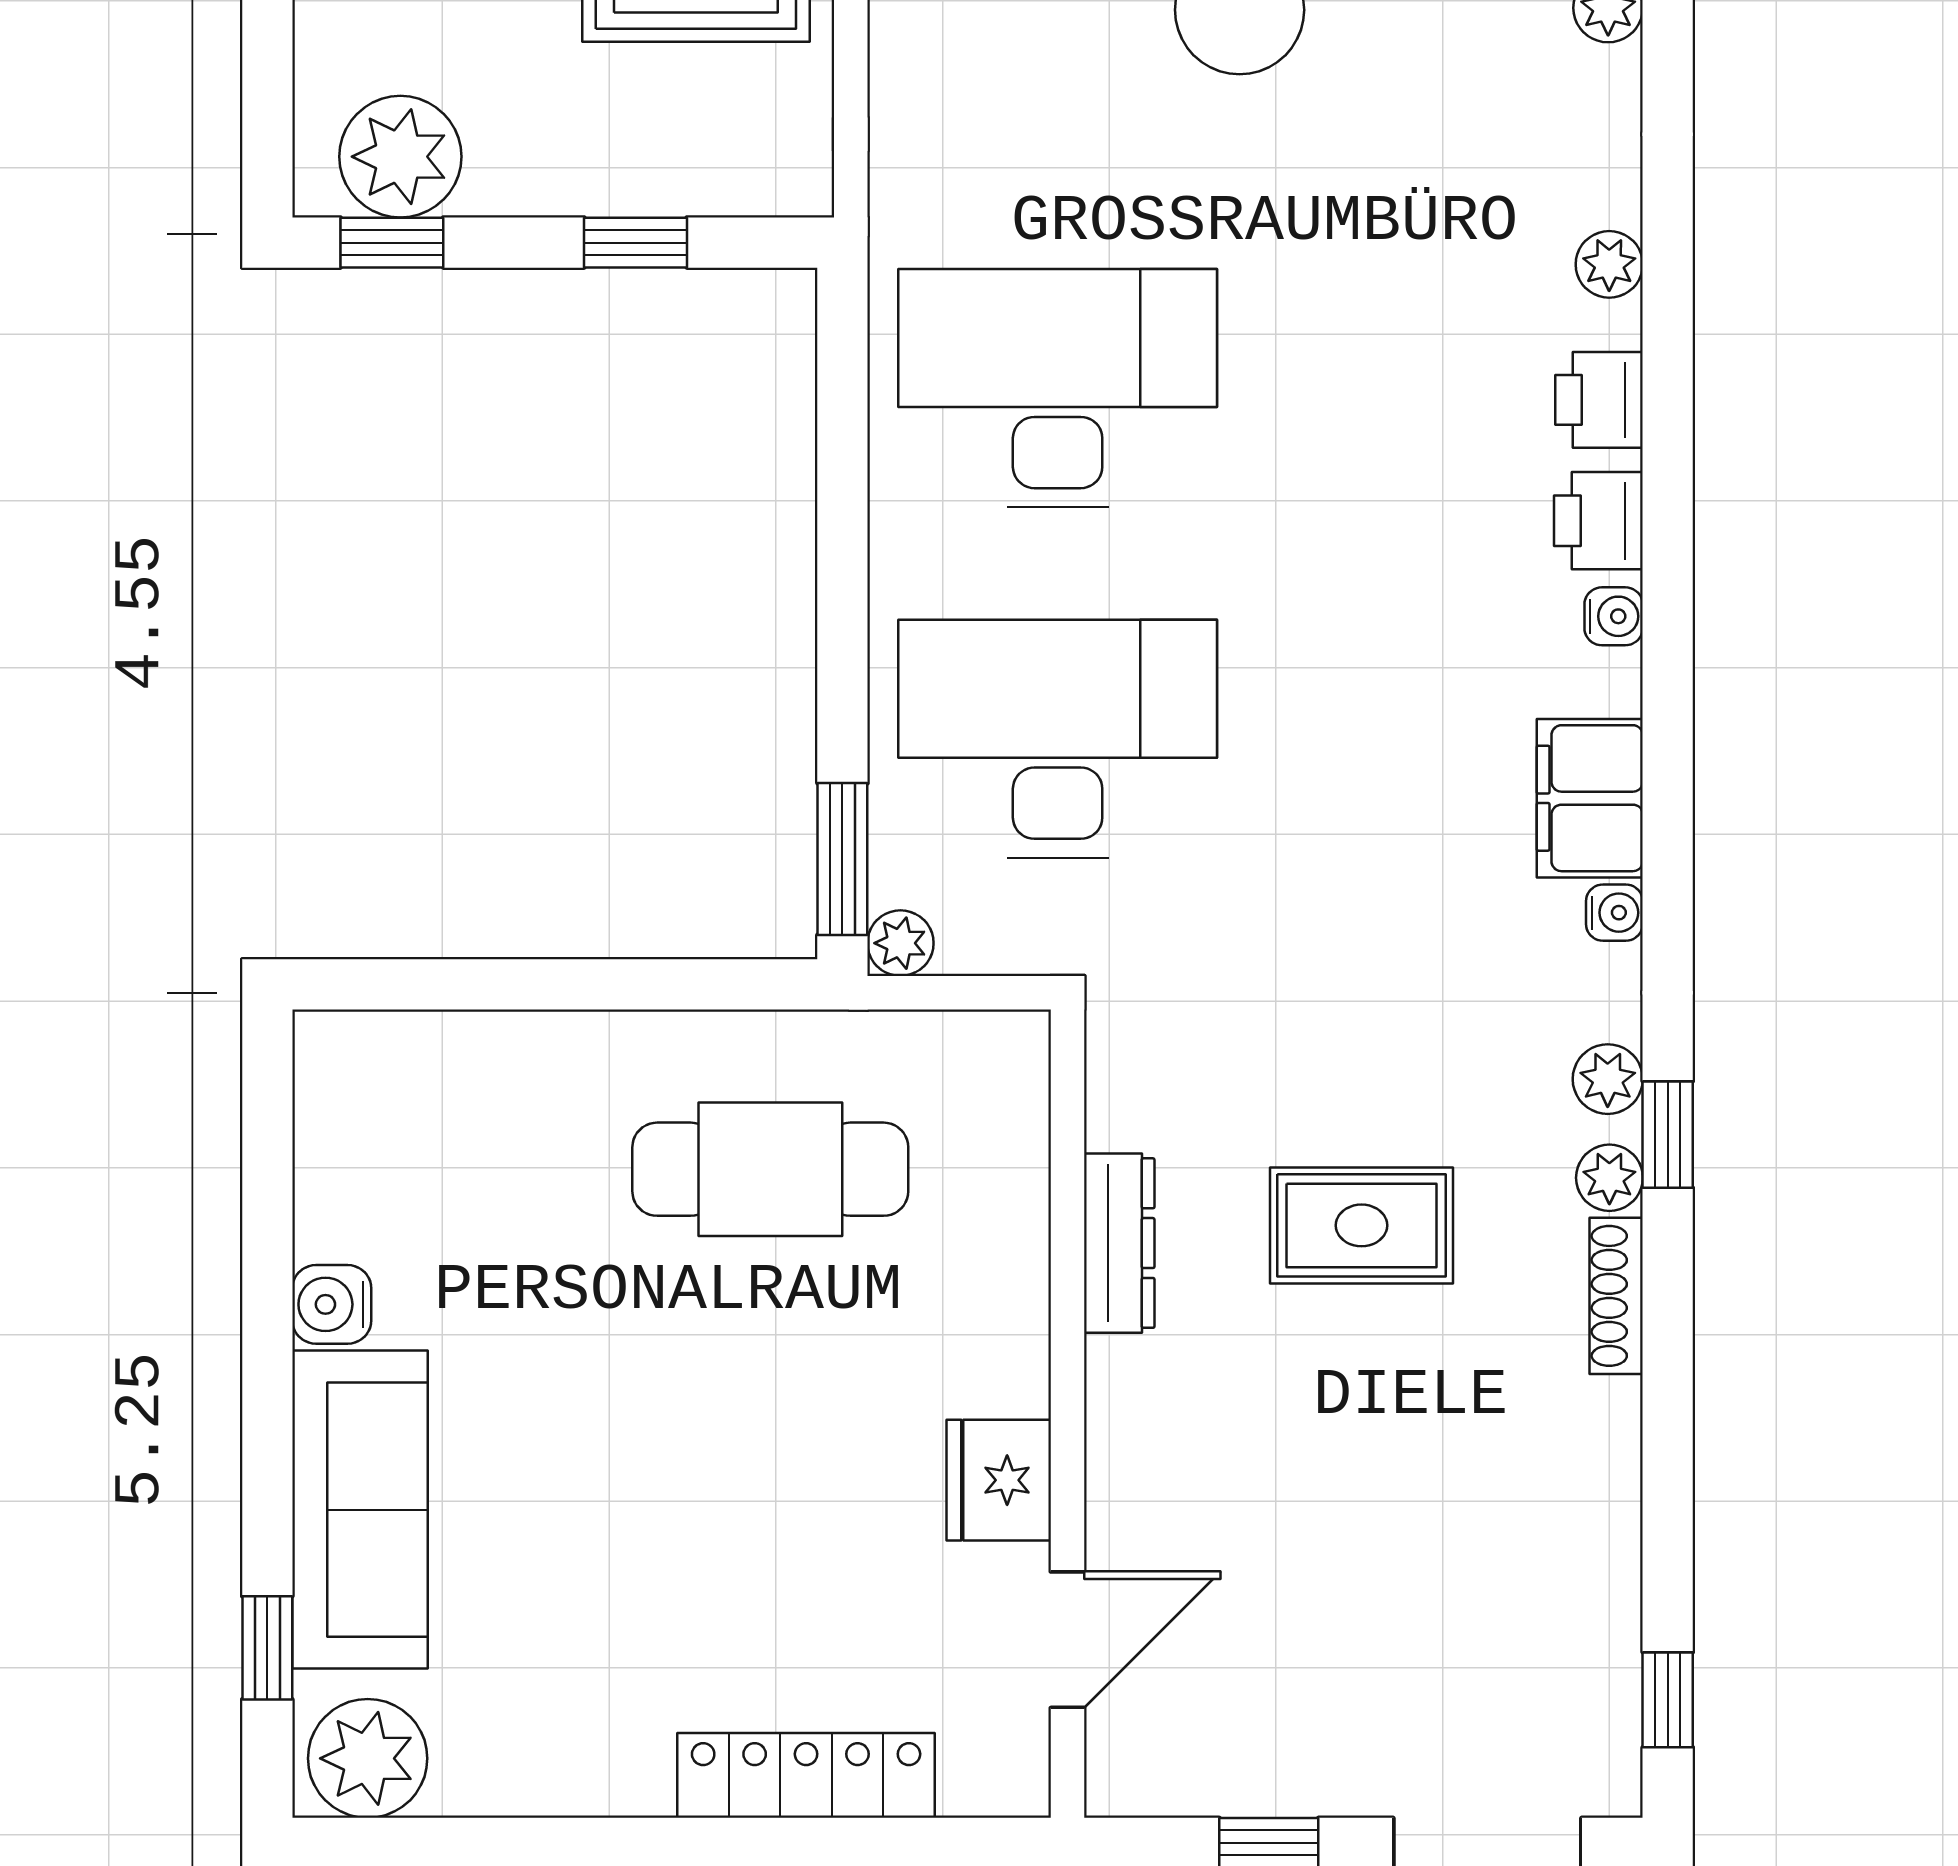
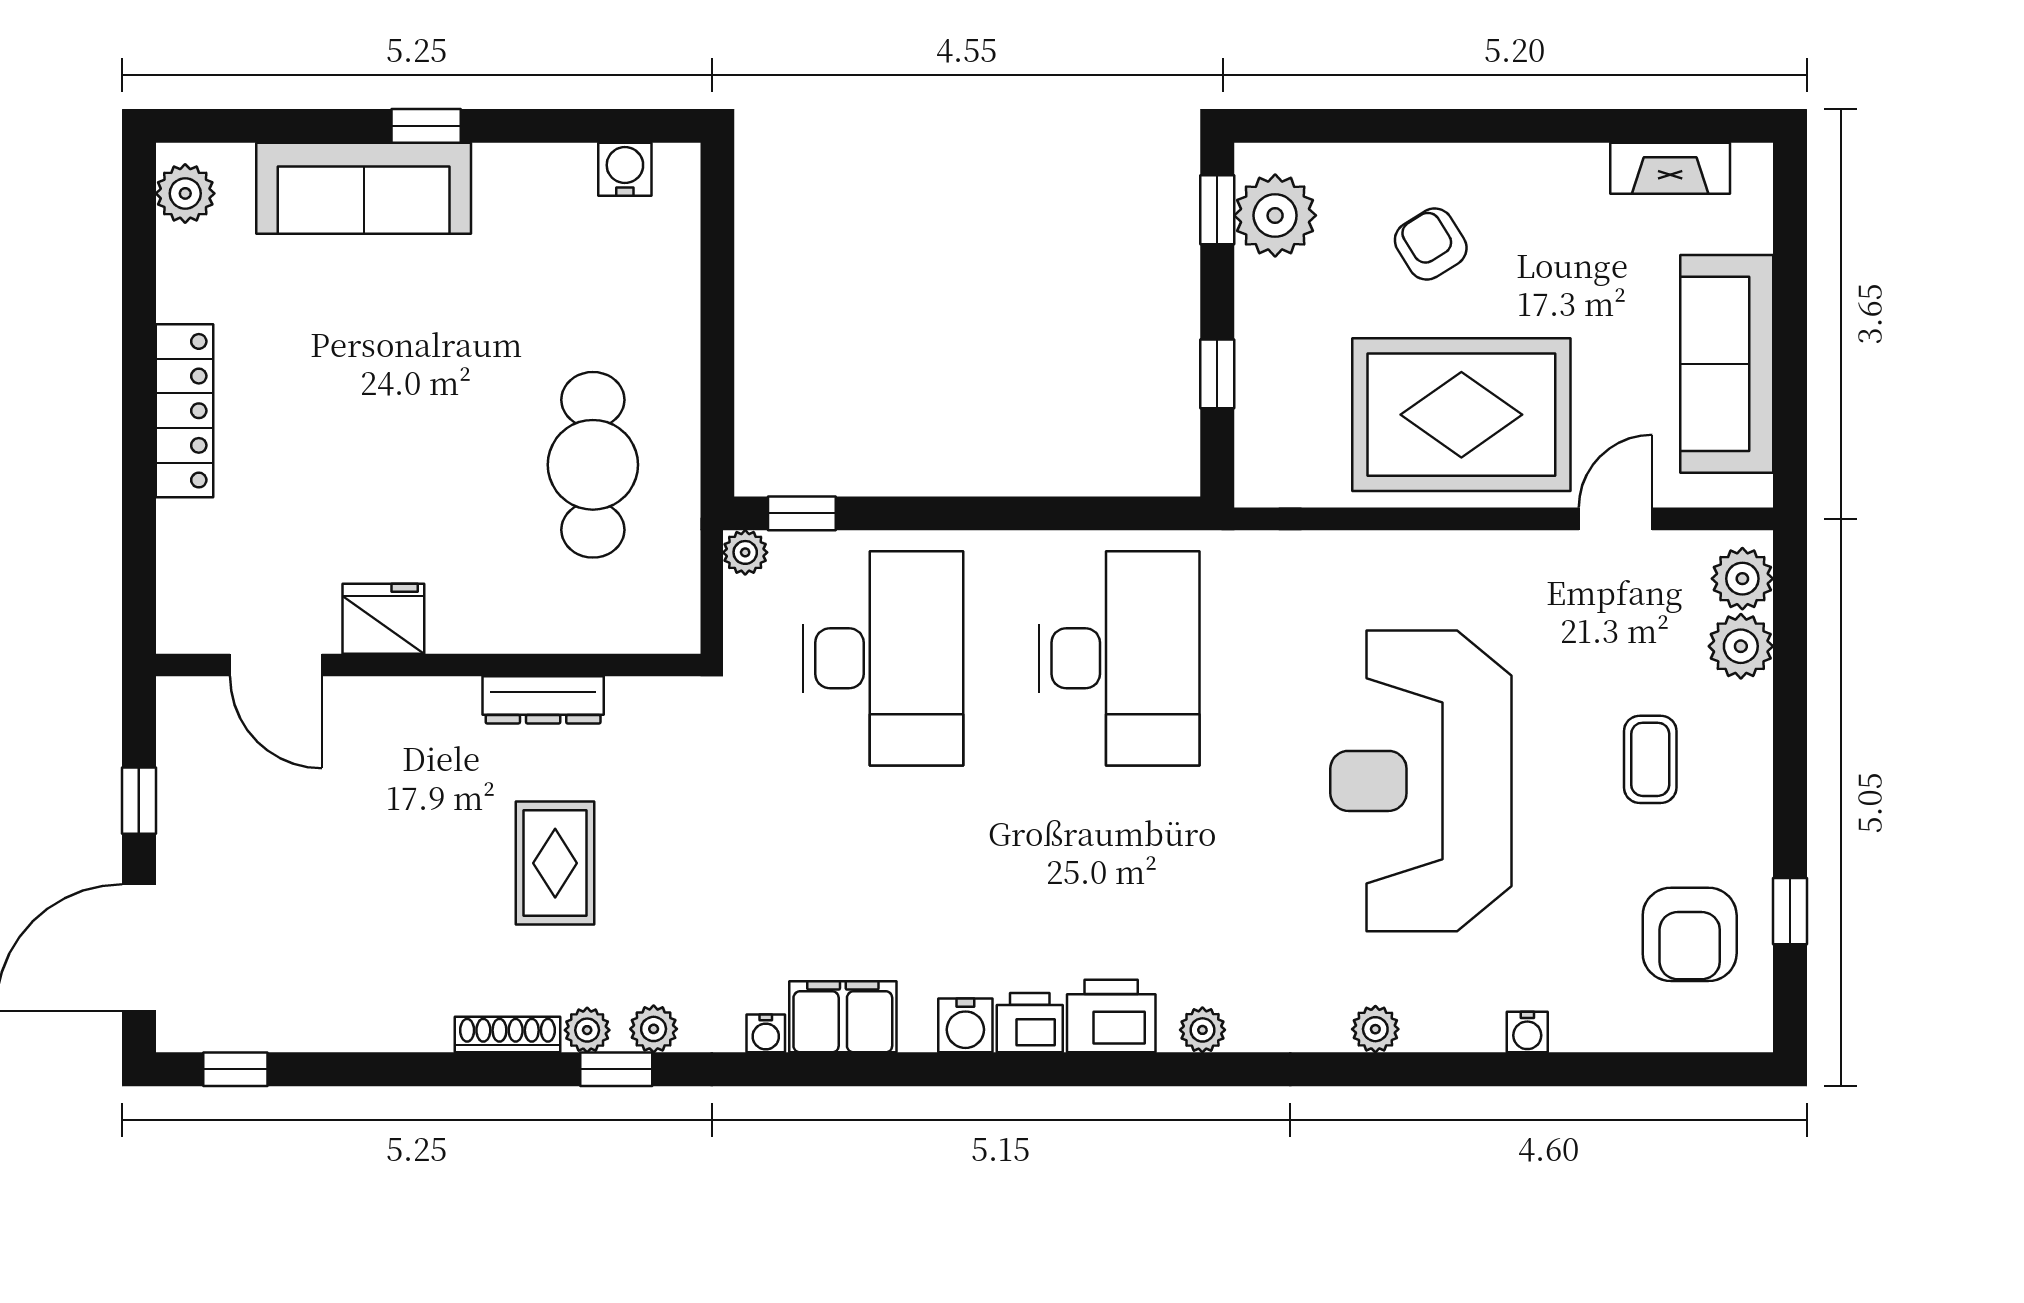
printer: (1599, 400) -> (1111, 1016), width x1.36, depth x1.24
water cooler: (1614, 616) -> (965, 1025), width x1.38, depth x1.38
window: (842, 859) -> (802, 513), width x0.67
water cooler: (332, 1304) -> (625, 169), moved
window: (267, 1648) -> (426, 126), moved
plant: (368, 1758) -> (185, 193), width x0.73, depth x0.73
locker: (806, 1775) -> (184, 411), moved

